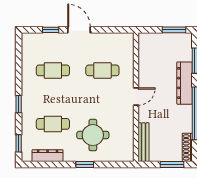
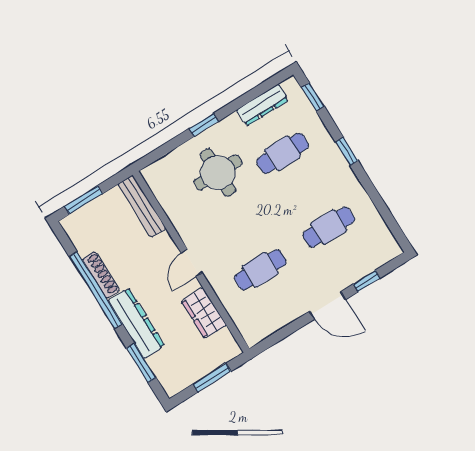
window: (174, 30) -> (212, 378), moved
wardrobe: (146, 66) -> (204, 313), added
shoe rack: (187, 147) -> (101, 275), moved

